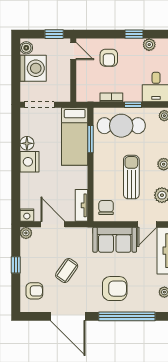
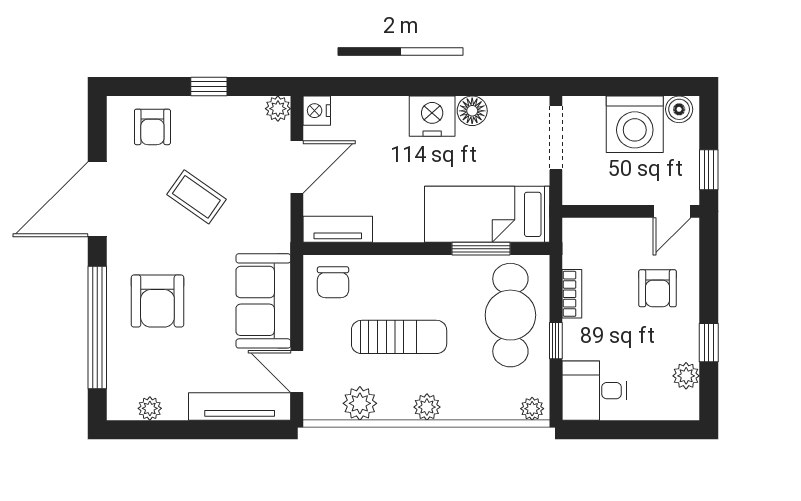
armchair: (109, 58) -> (658, 288), turned -90
chair: (106, 208) -> (333, 282), turned 90

